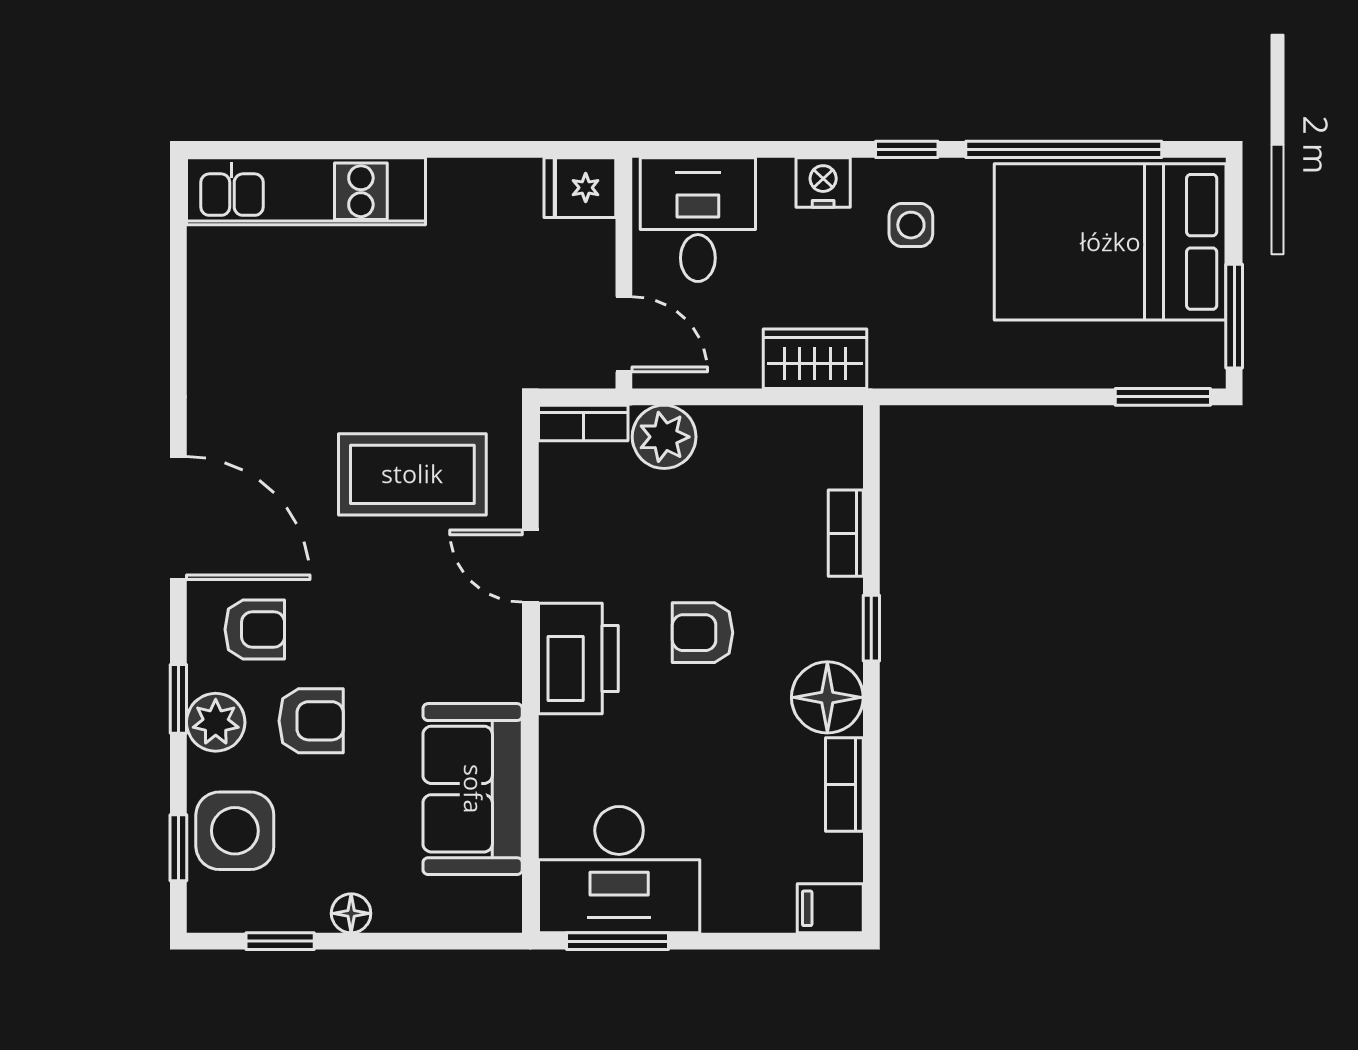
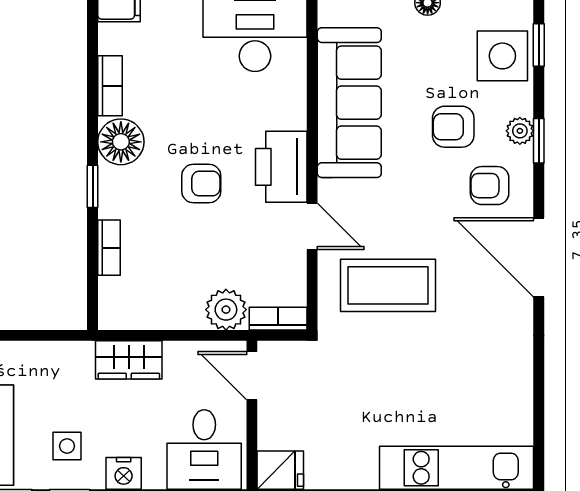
plant: (216, 722) -> (520, 131), width x0.73, depth x0.73
sofa: (473, 789) -> (349, 103), width x1.36

